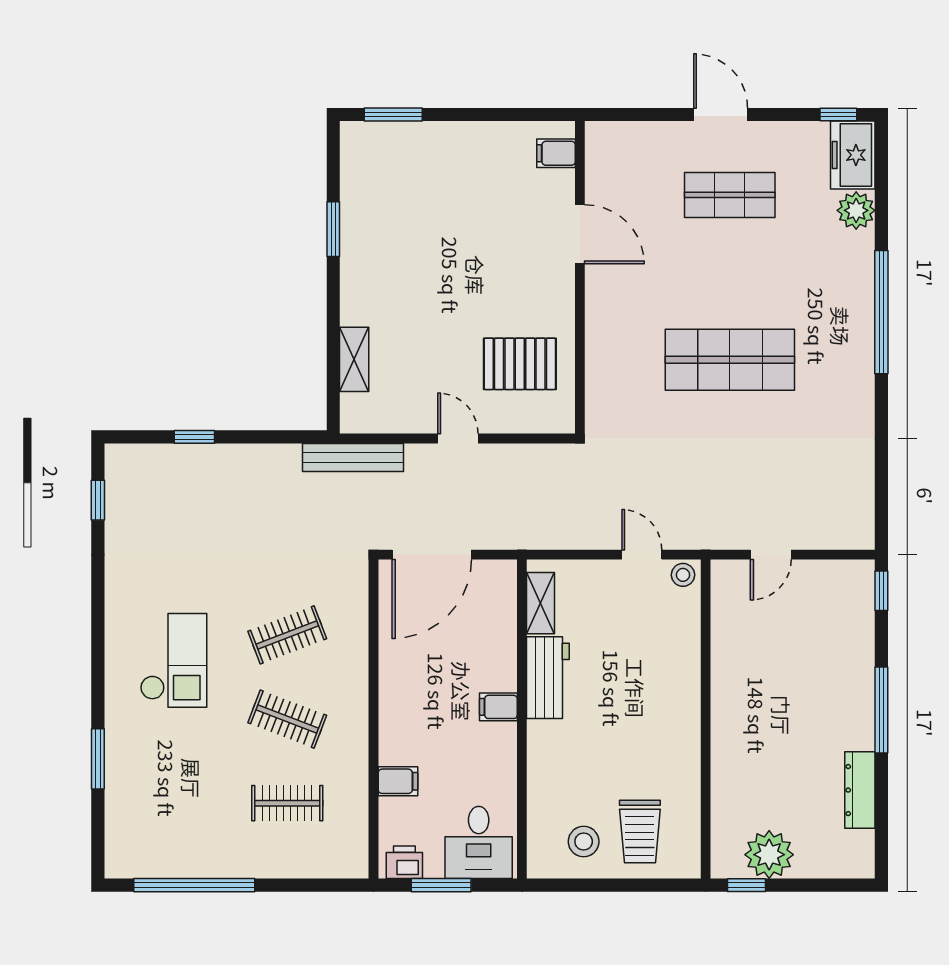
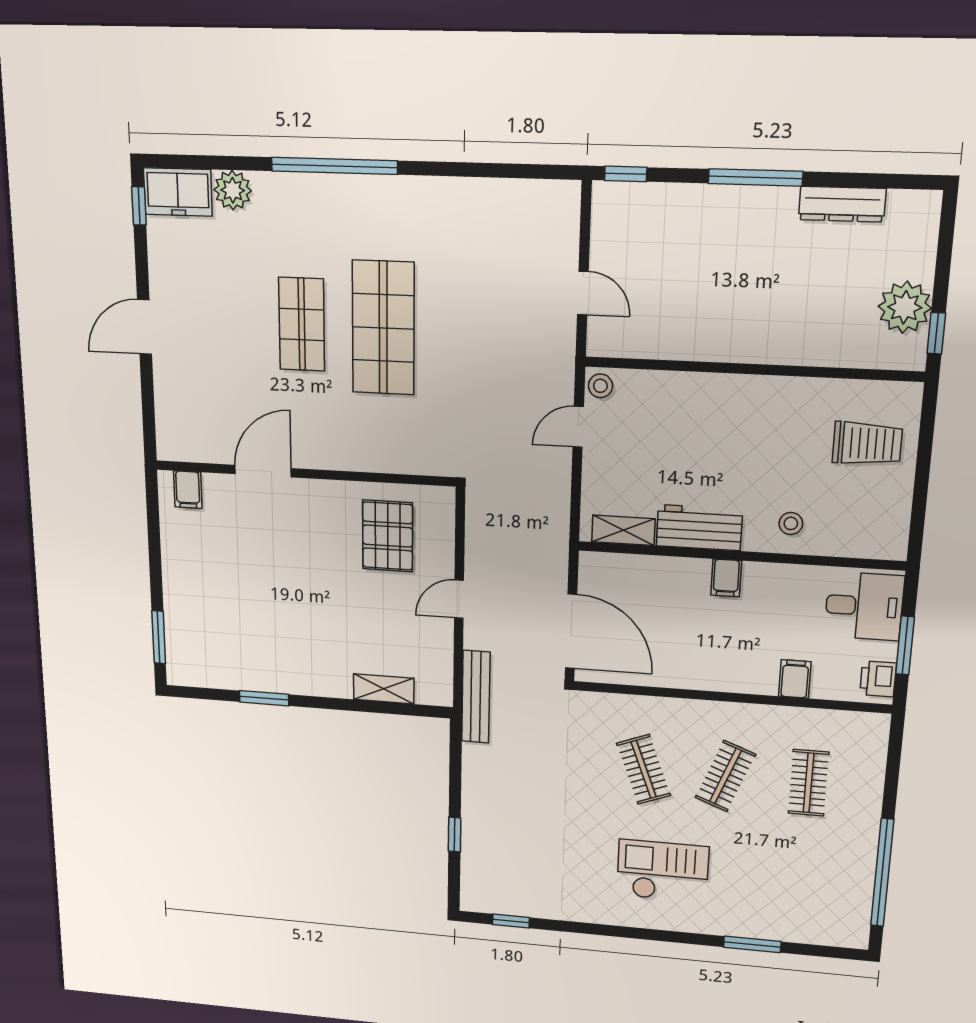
shop shelf: (730, 195) -> (302, 324), moved
stool: (584, 842) -> (791, 523), moved, width x0.73, depth x0.73

